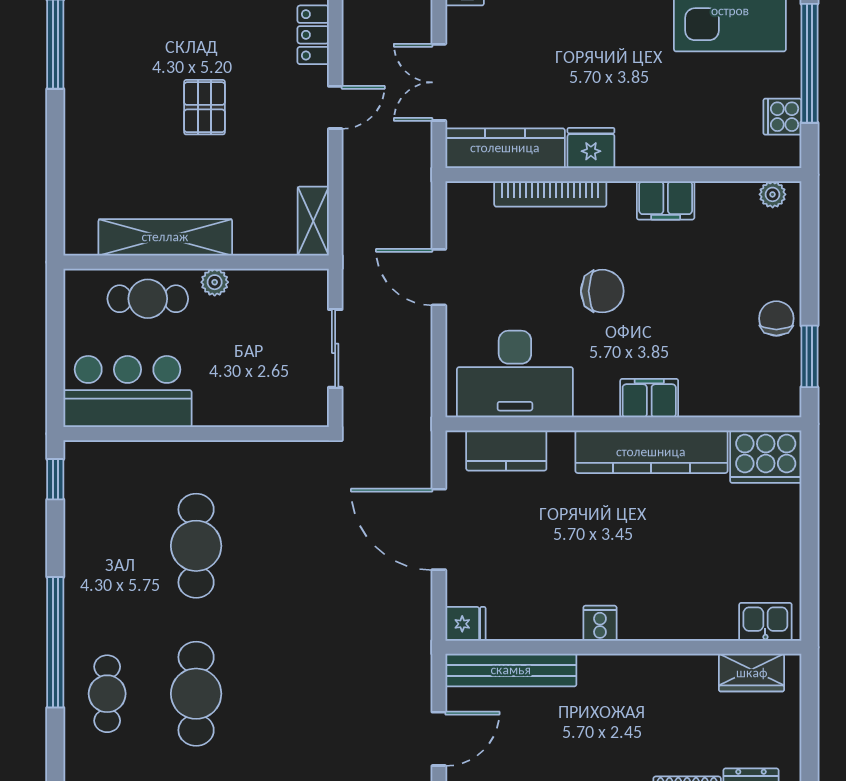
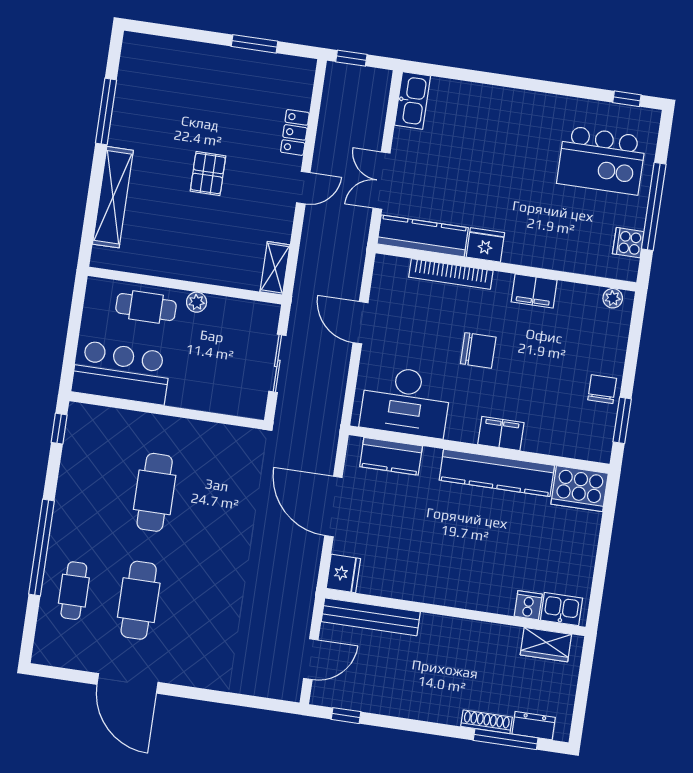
shelving: (165, 237) -> (113, 197), moved, turned 90
cooker: (600, 623) -> (528, 605), moved
fridge: (465, 624) -> (343, 574), width x1.38

